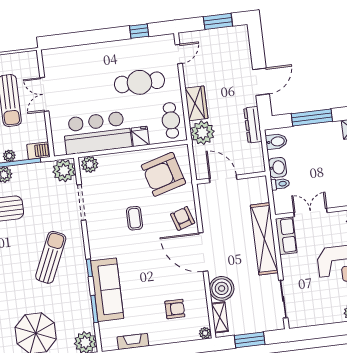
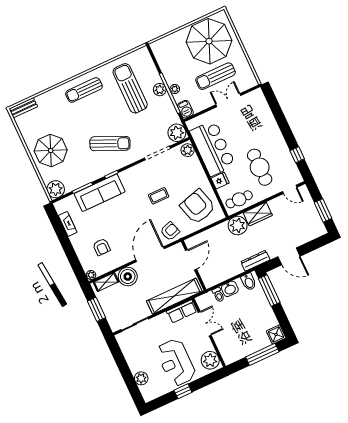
window: (312, 118) -> (269, 290), moved
wall: (231, 178) -> (194, 265), moved
door: (223, 179) -> (191, 260), moved

